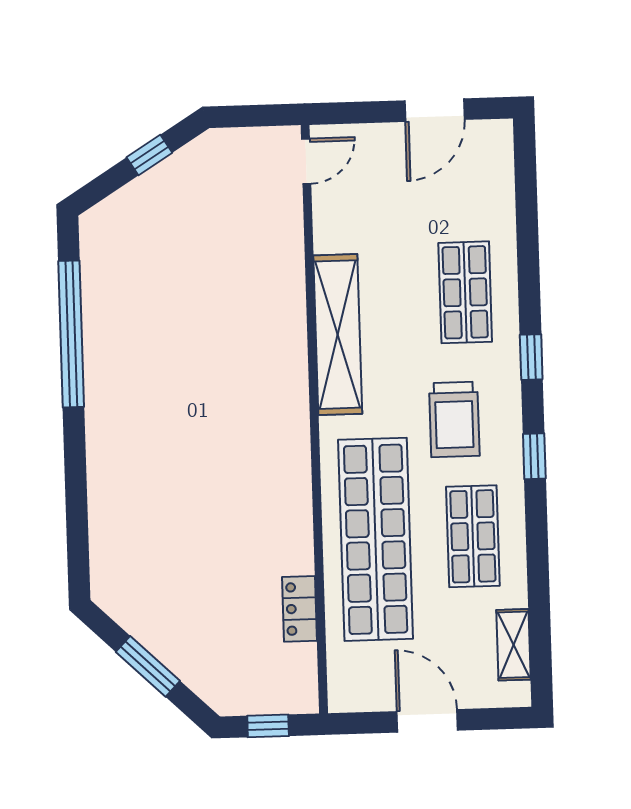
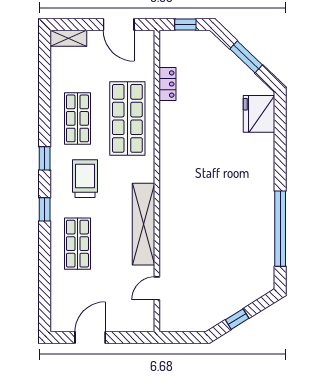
door: (306, 161) -> (157, 288), moved
shop shelf: (376, 539) -> (127, 118), width x0.71
fridge: (119, 556) -> (259, 114), added
shelving: (513, 645) -> (68, 38), moved, turned 90
door: (427, 721) -> (119, 25), moved

